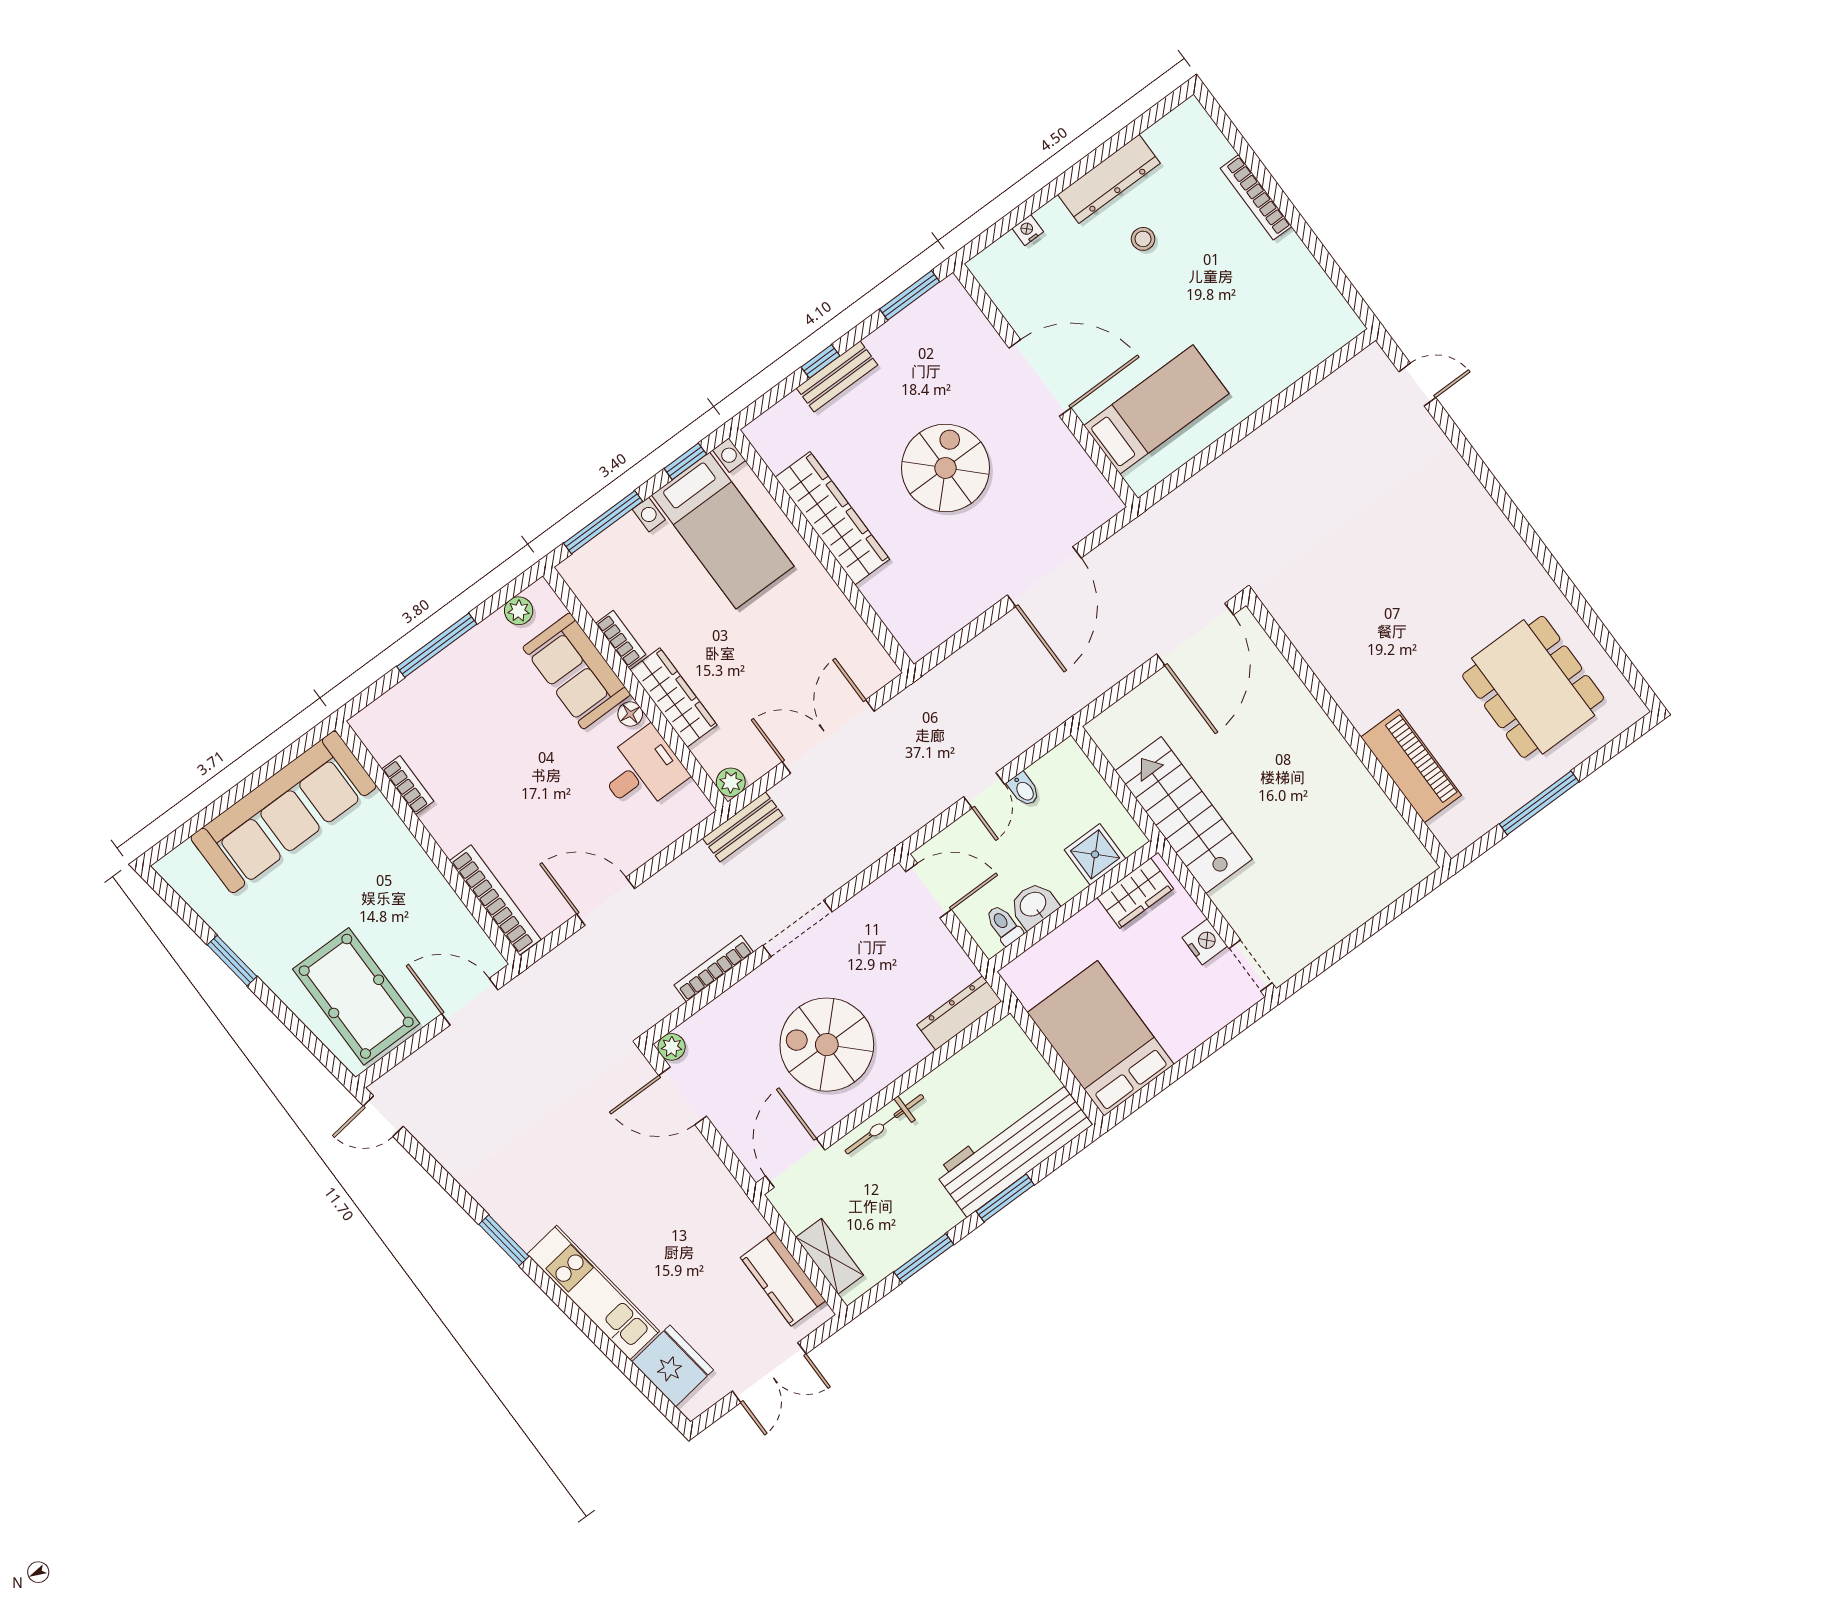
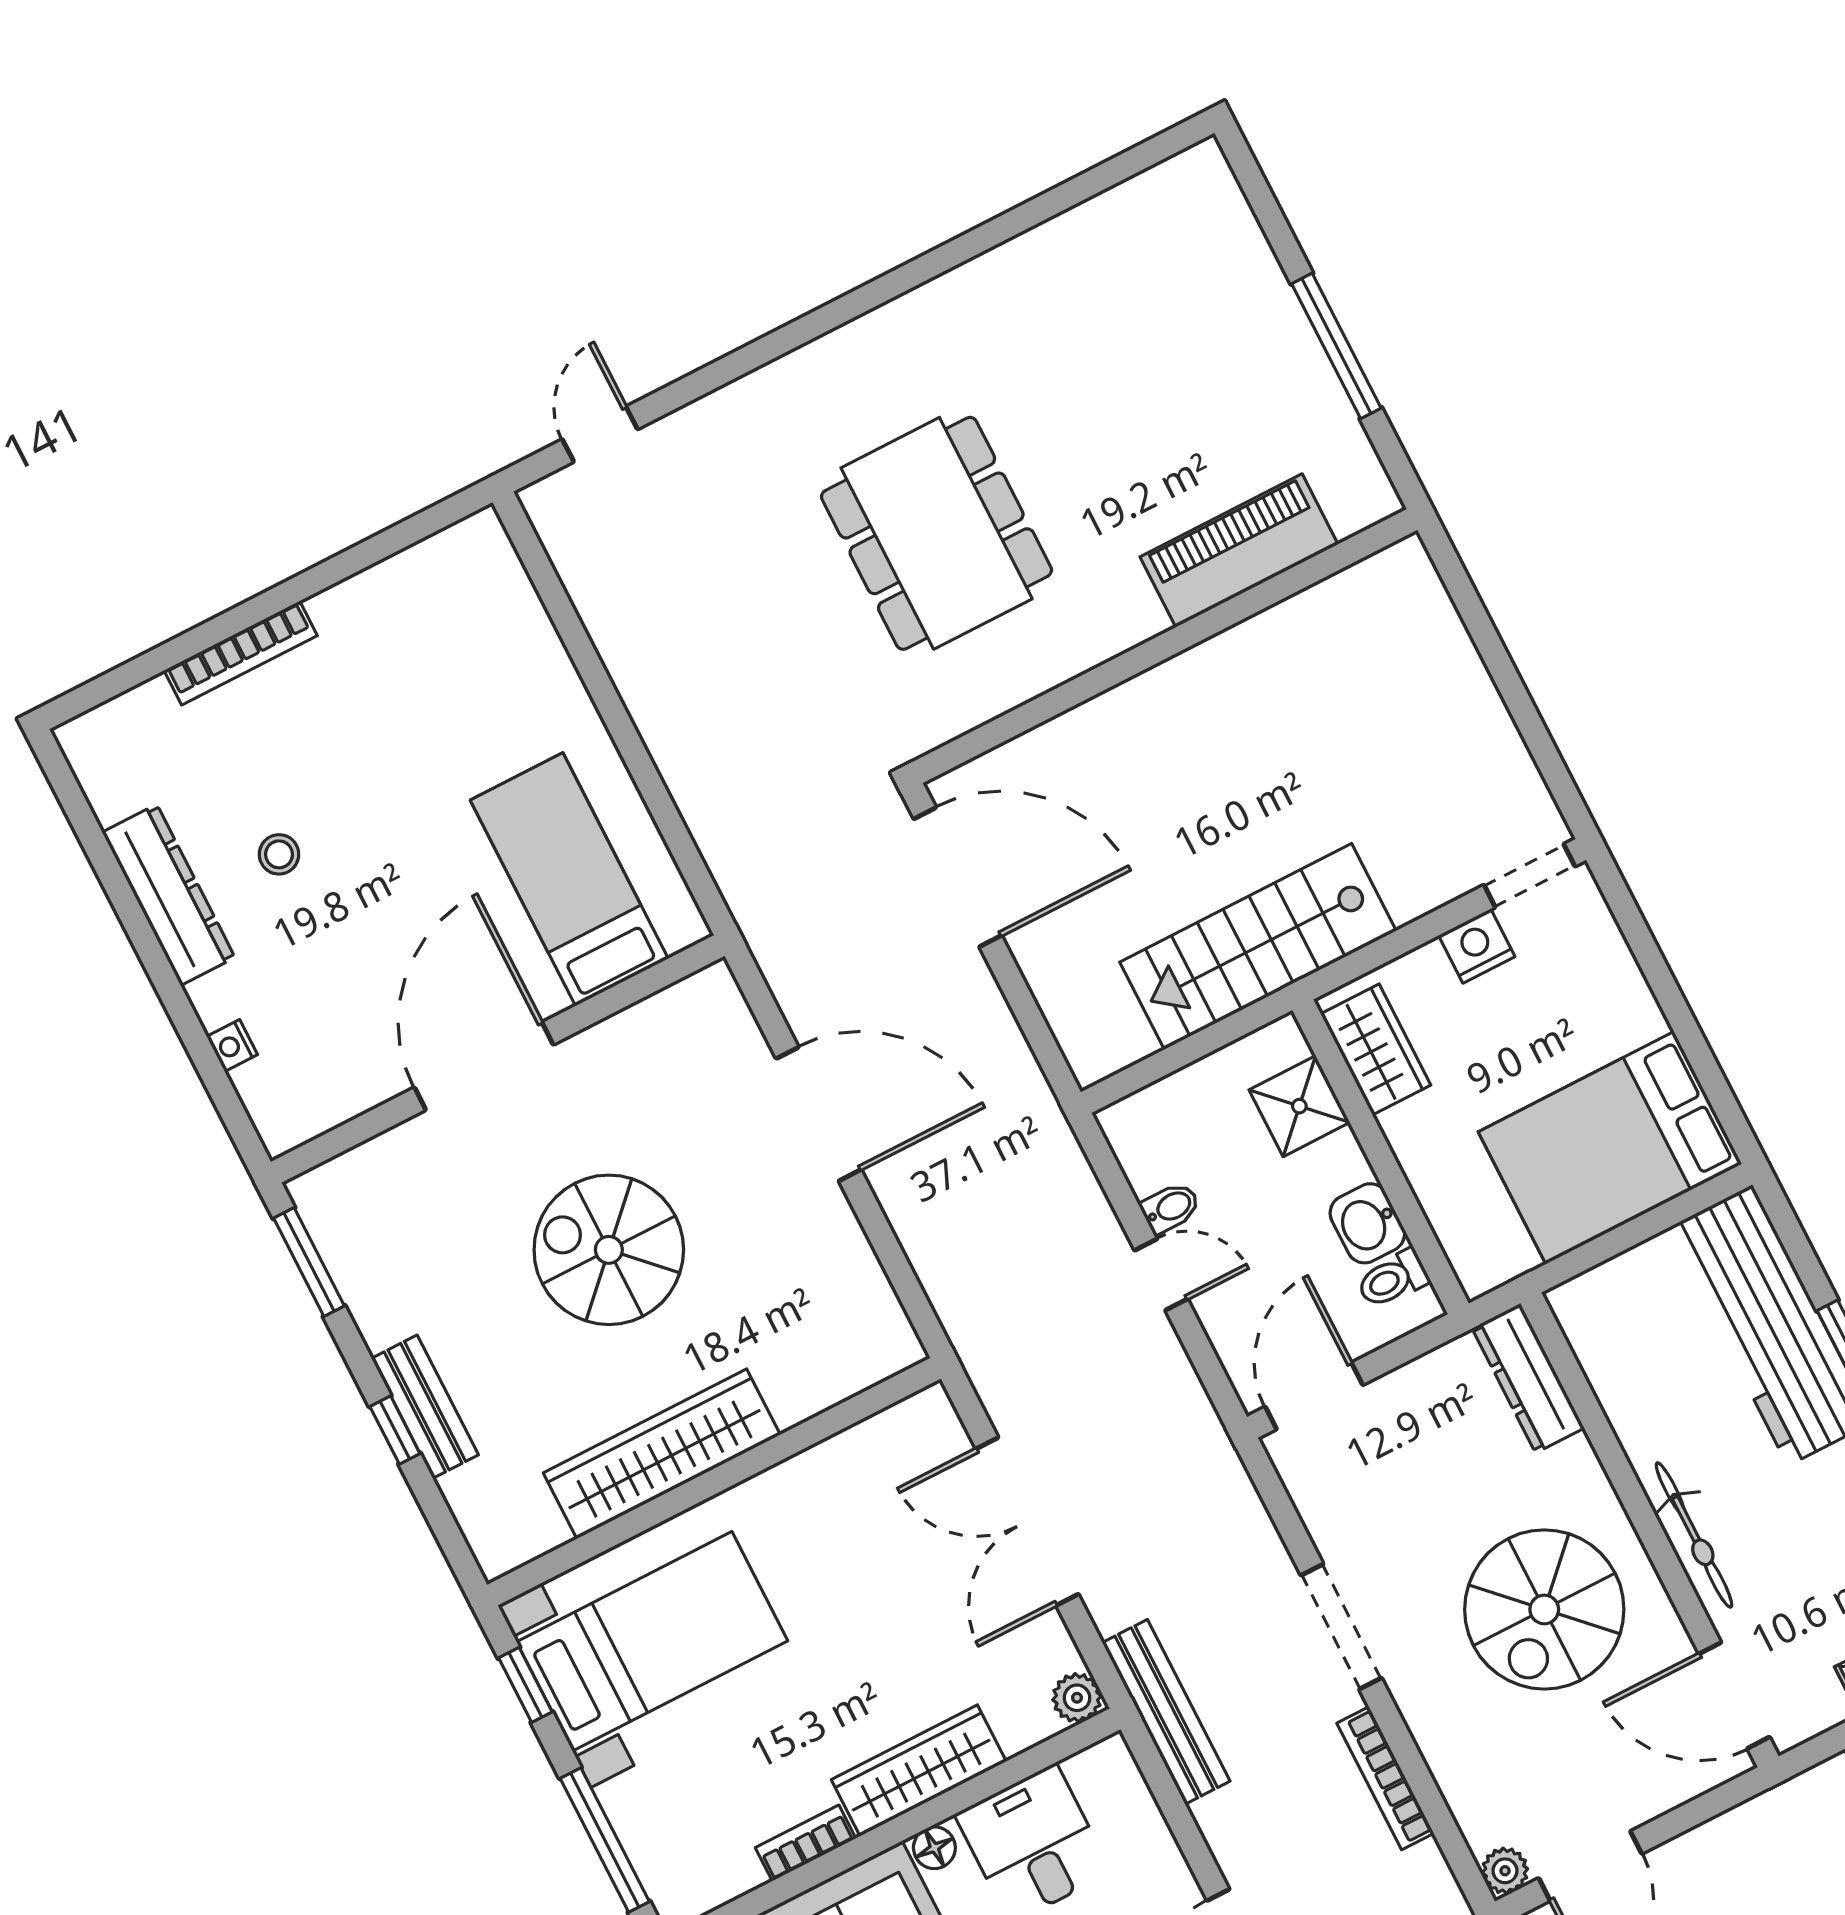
dining table: (1533, 687) -> (937, 533), moved, turned 90
bench: (743, 827) -> (1166, 1712), width x1.36

